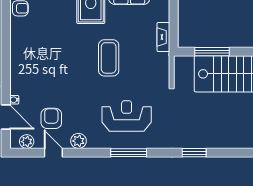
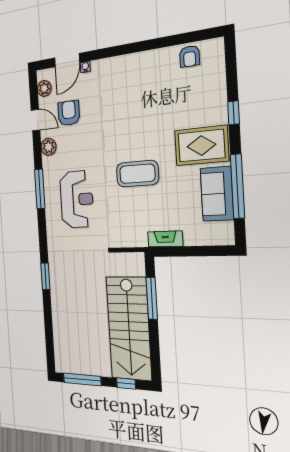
armchair: (51, 118) -> (69, 113), turned -90
door: (53, 153) -> (36, 120), hinge flipped
window: (129, 153) -> (40, 189), moved

